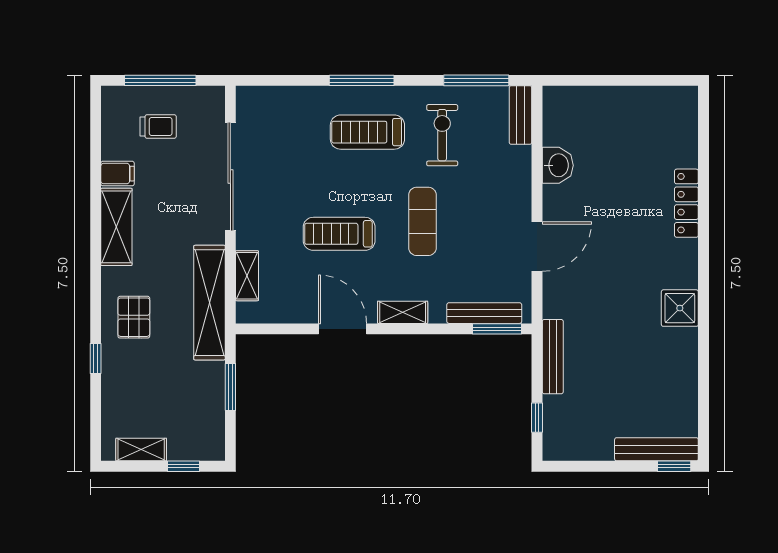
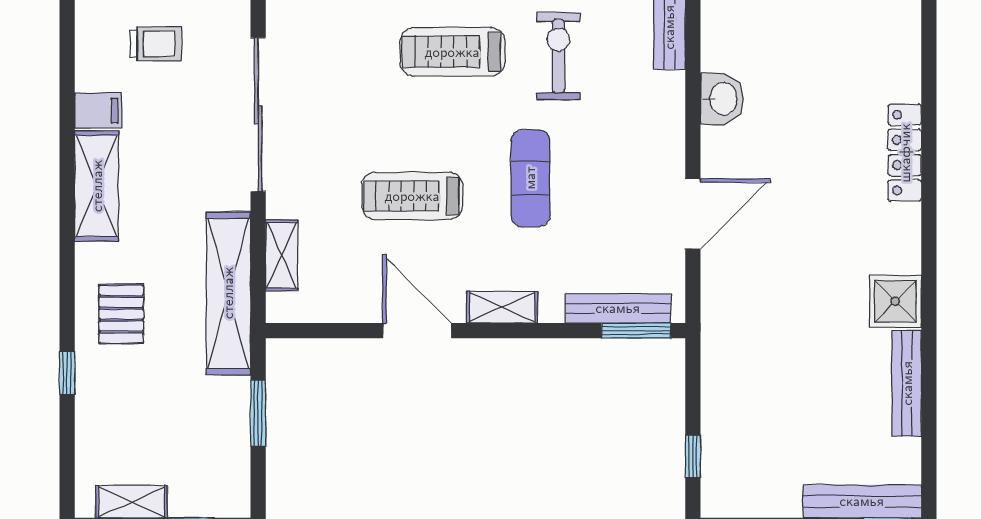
bench: (553, 357) -> (907, 383), moved

